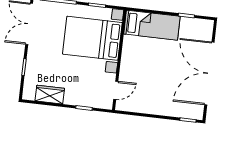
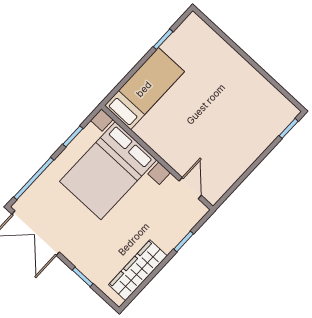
double door: (209, 74) -> (252, 62), removed
wardrobe: (50, 95) -> (138, 270), width x1.50

